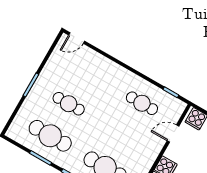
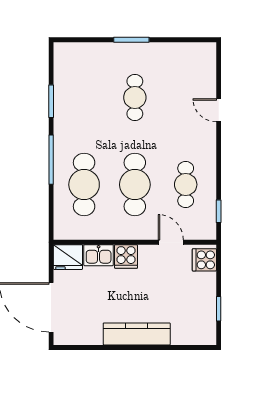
door: (77, 38) -> (219, 110), moved
cafe table: (50, 136) -> (135, 185), moved

